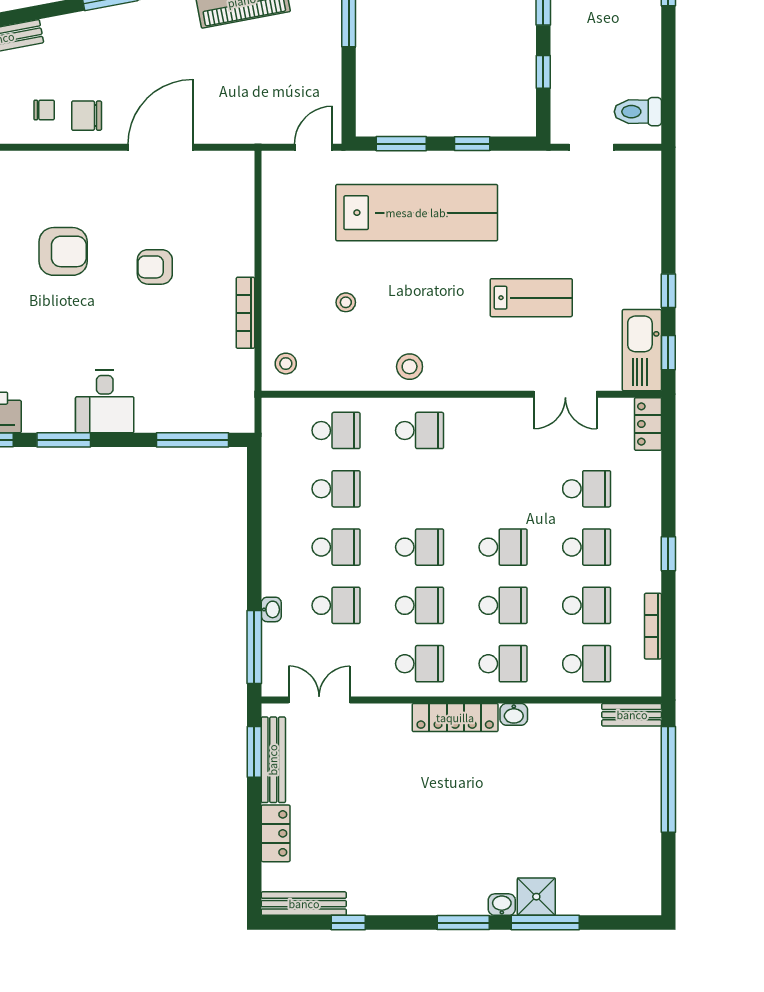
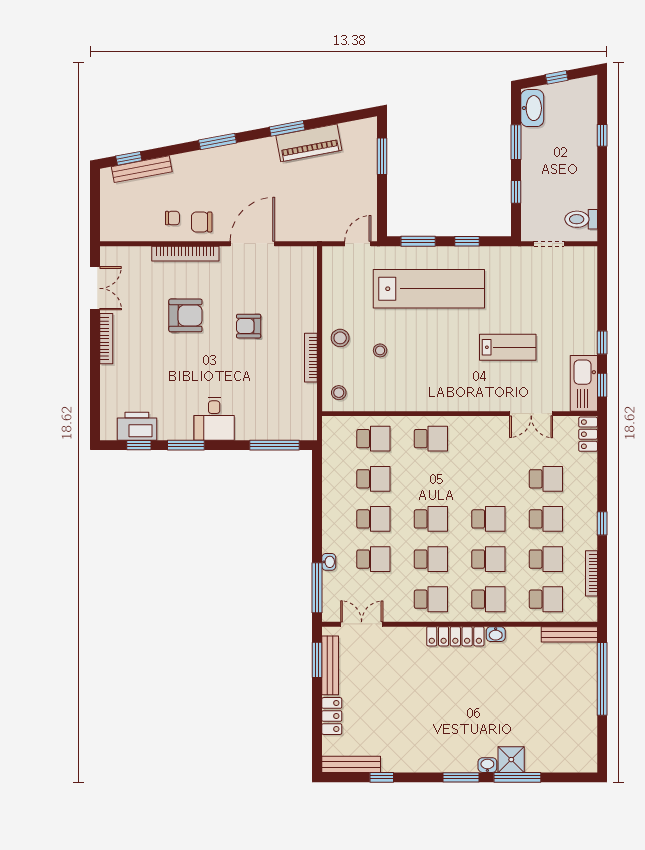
bookcase: (63, 162) -> (185, 254), added
stool: (410, 367) -> (340, 338), moved
bench: (632, 715) -> (569, 634), width x1.36

